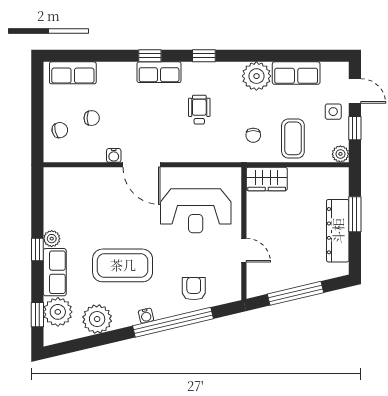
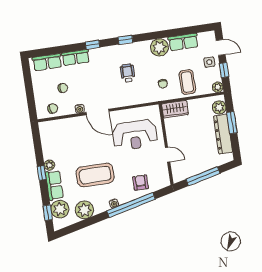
row of seats: (159, 72) -> (76, 58), moved
chair: (60, 130) -> (53, 108), moved
plant: (338, 187) -> (219, 107), added

